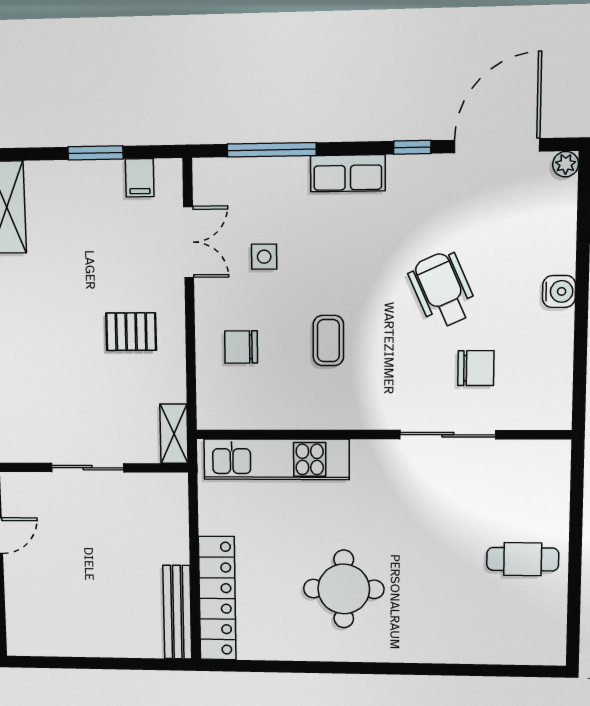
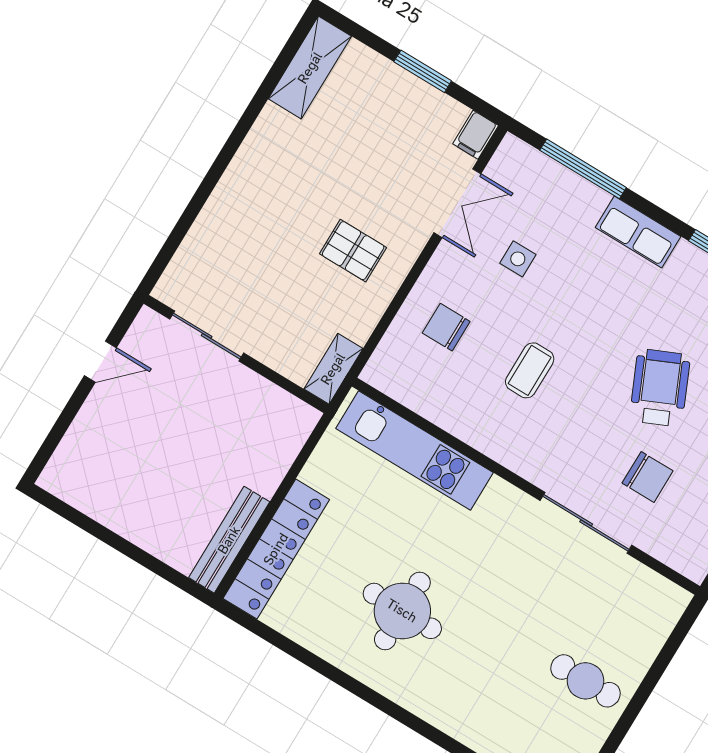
filing cabinet: (140, 178) -> (476, 135), moved
sliding door: (88, 468) -> (207, 336), moved

